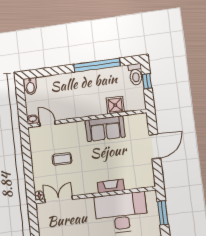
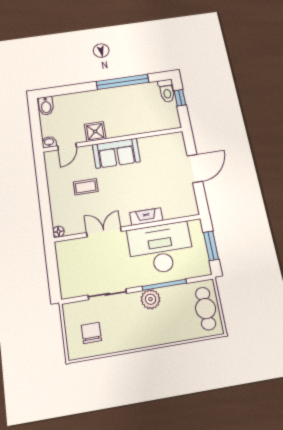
shower: (115, 105) -> (95, 132), moved
door: (48, 123) -> (67, 147), swing flipped
sofa: (105, 129) -> (116, 153), moved
double door: (59, 199) -> (104, 232), moved

